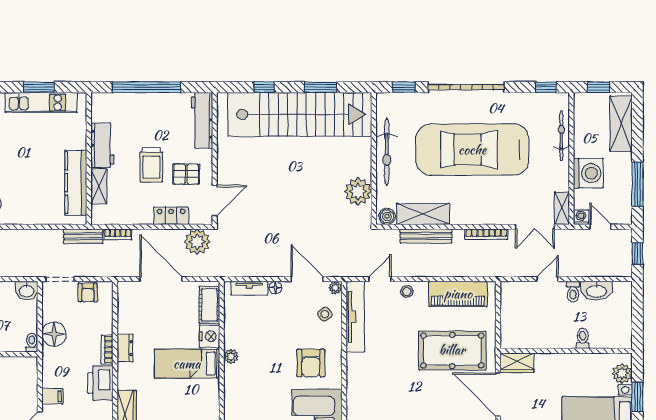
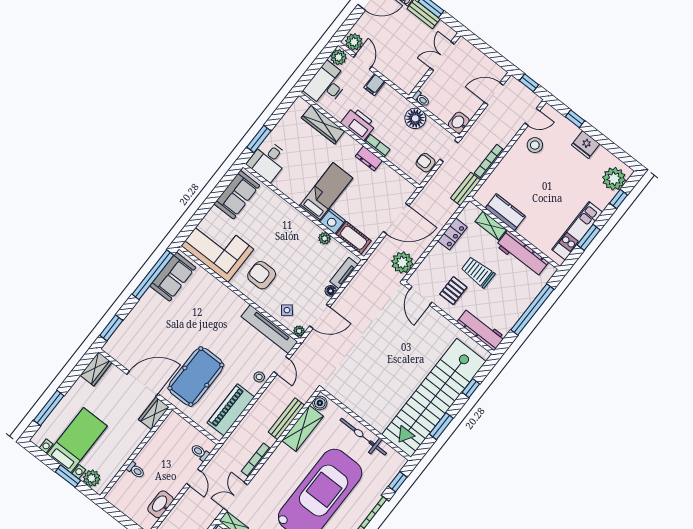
workbench: (102, 145) -> (522, 254), width x1.38
kitchen counter: (76, 183) -> (505, 212), width x0.67
plant: (358, 191) -> (352, 397), removed
locker: (171, 216) -> (453, 234), moved
bookcase: (118, 234) -> (489, 162), moved, width x1.56
toilet: (573, 292) -> (200, 452), moved
plant: (231, 356) -> (325, 238), moved

